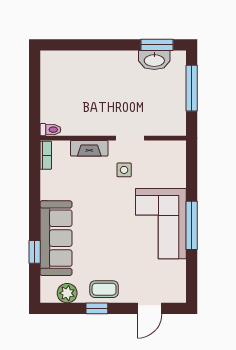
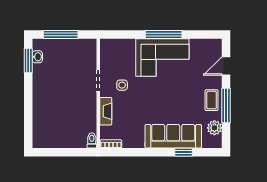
washbasin: (154, 60) -> (37, 57), width x0.52, depth x0.69
window: (97, 308) -> (226, 106), width x2.17
door: (150, 308) -> (226, 66), swing flipped

